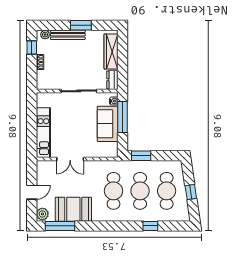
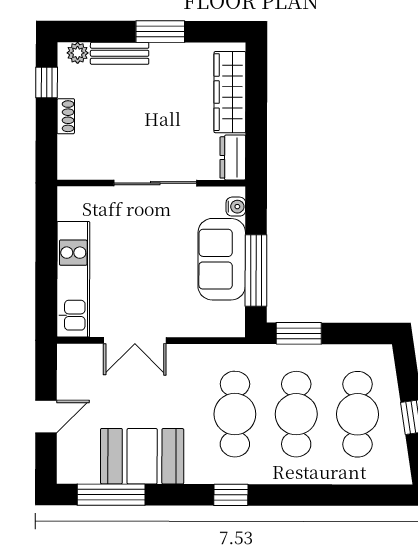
bench: (68, 35) -> (120, 53), width x0.73
window: (123, 117) -> (256, 271), moved
plant: (42, 214) -> (71, 467), removed
window: (150, 226) -> (231, 495), moved

